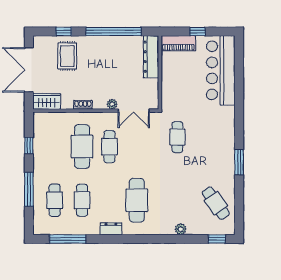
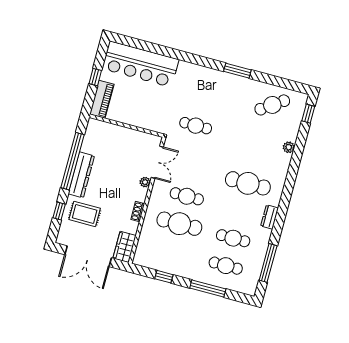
dresser: (151, 57) -> (81, 175), moved, turned -90

